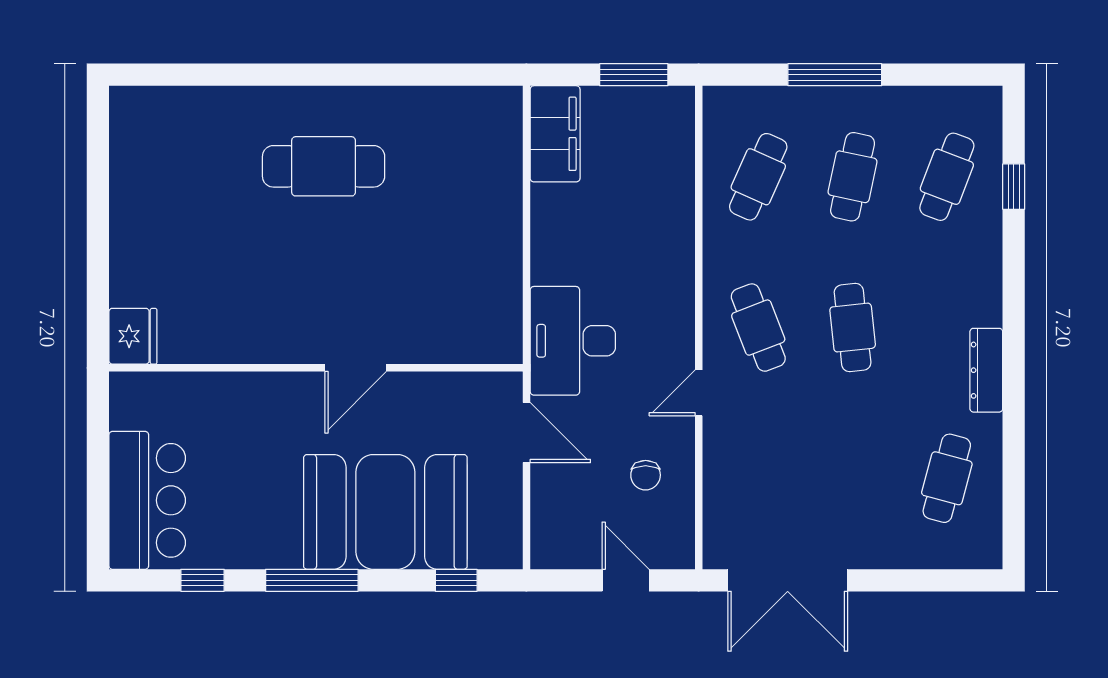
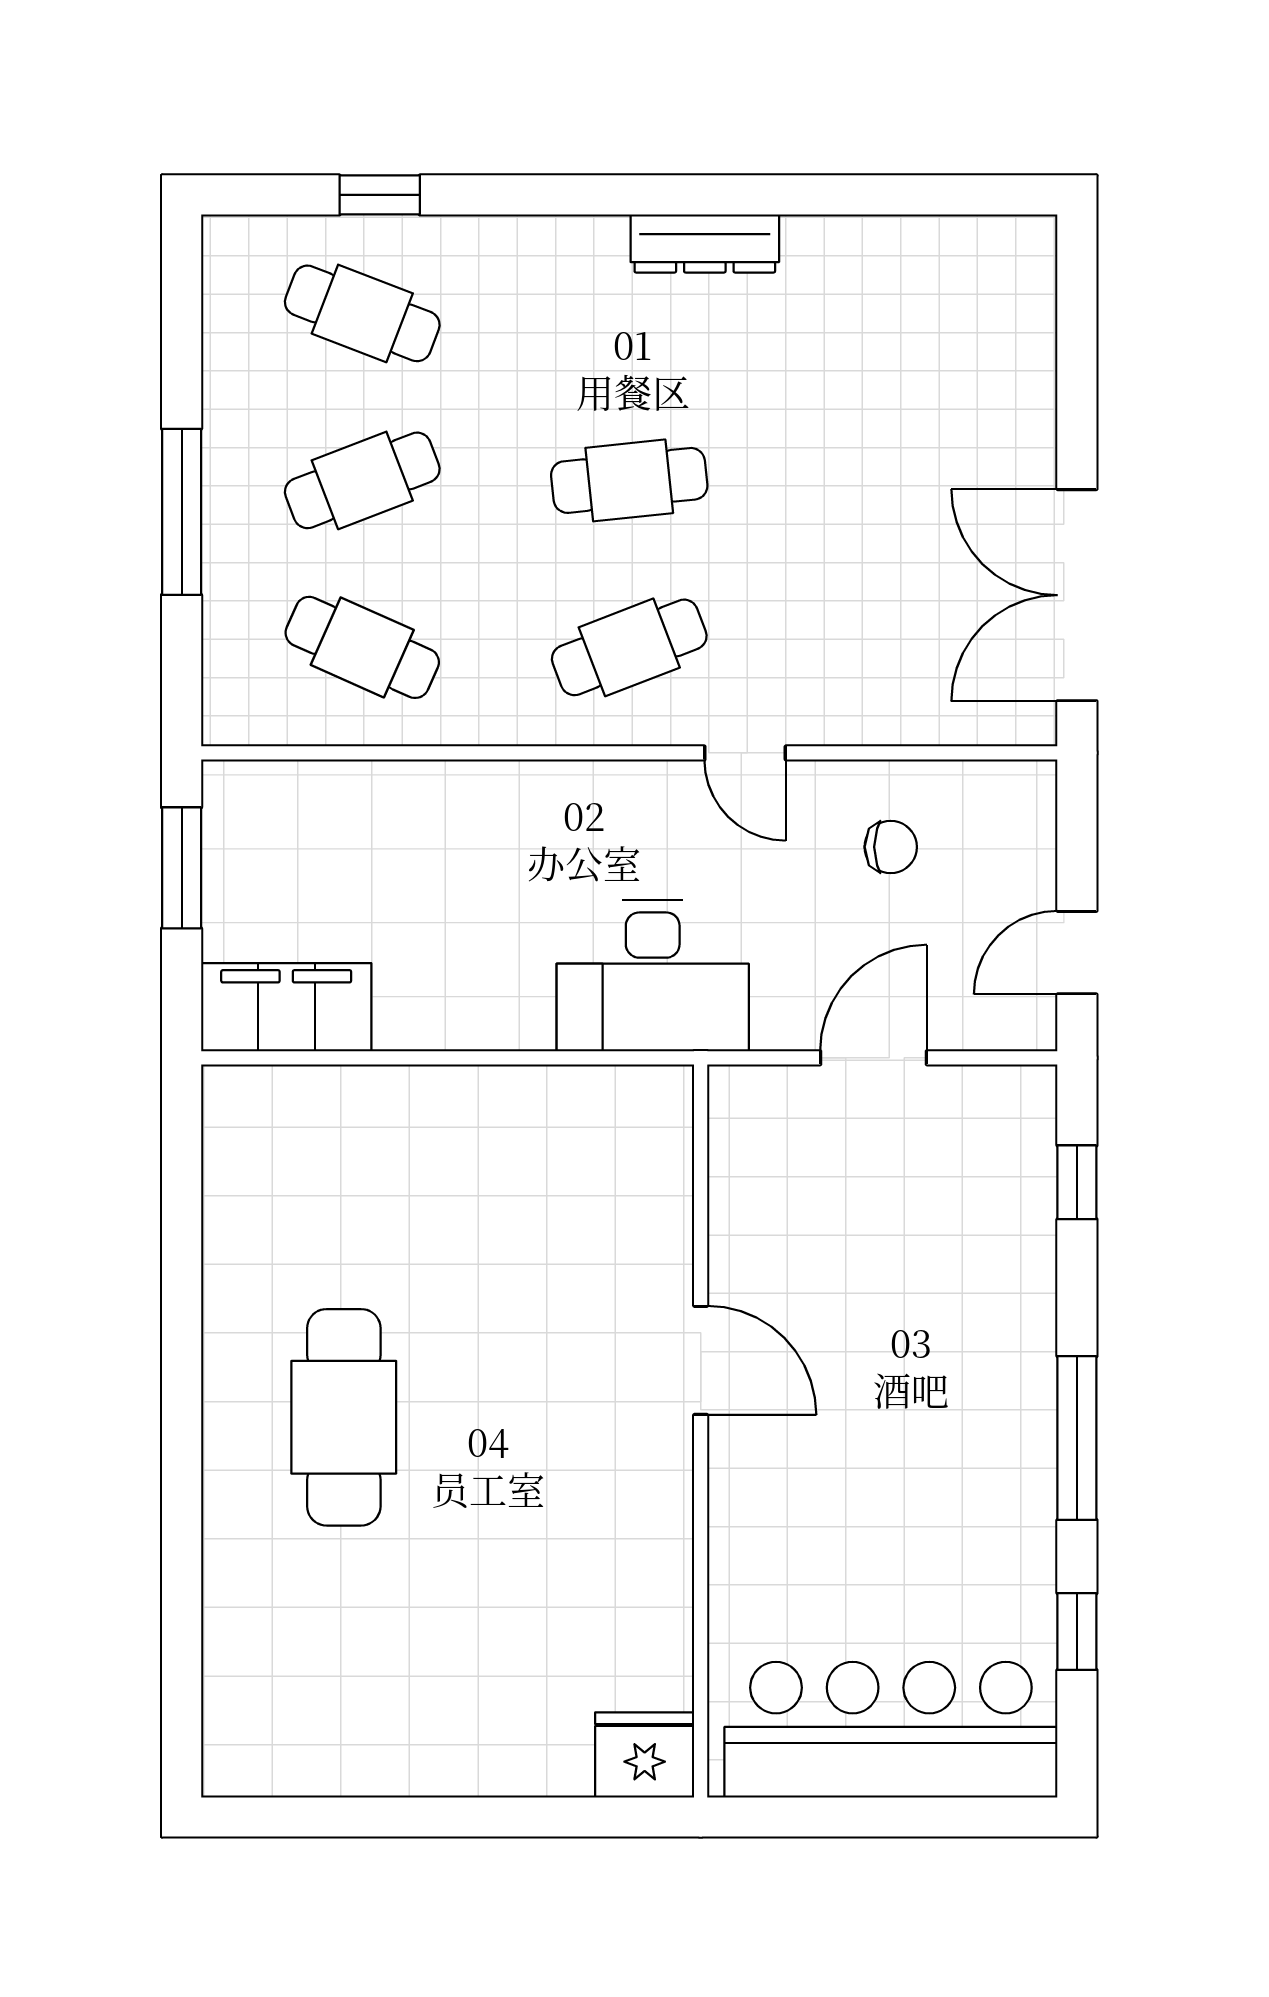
cafe table: (853, 177) -> (362, 480), turned -33
door: (526, 433) -> (874, 1058), moved
cafe table: (947, 478) -> (896, 313), removed
bar counter: (147, 500) -> (891, 1730), width x1.36
booth: (385, 512) -> (956, 1308), removed
door: (626, 580) -> (1077, 953), moved
double door: (788, 580) -> (1077, 595), swing flipped

